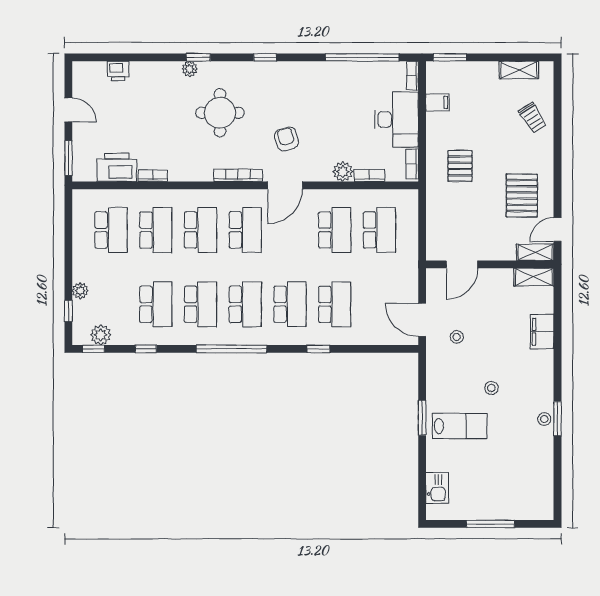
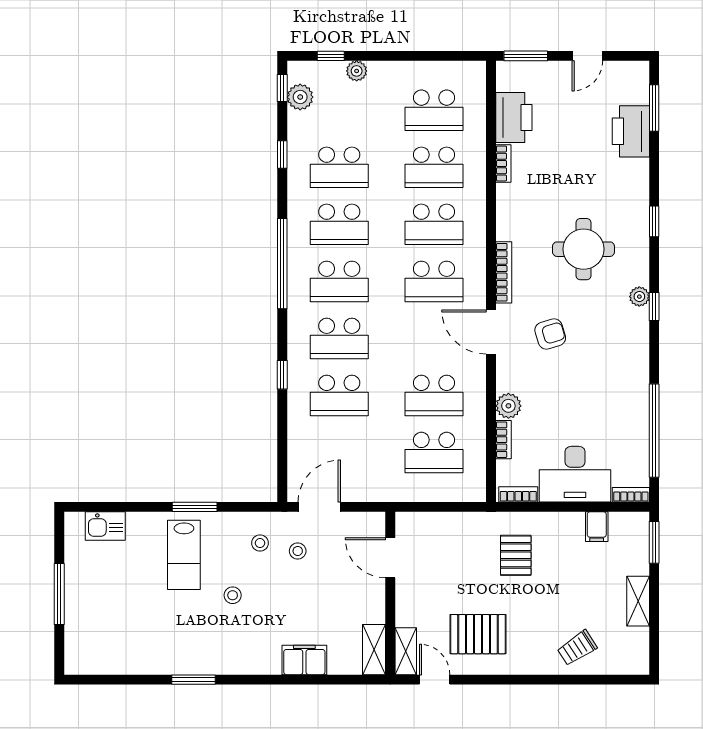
window: (109, 57) -> (654, 108), added
plant: (190, 69) -> (639, 297), moved
shelving: (519, 70) -> (638, 601), moved
printer: (118, 71) -> (631, 131), width x1.87, depth x1.48
pallet: (460, 166) -> (516, 555), turned 90
stool: (544, 419) -> (260, 543), moved

